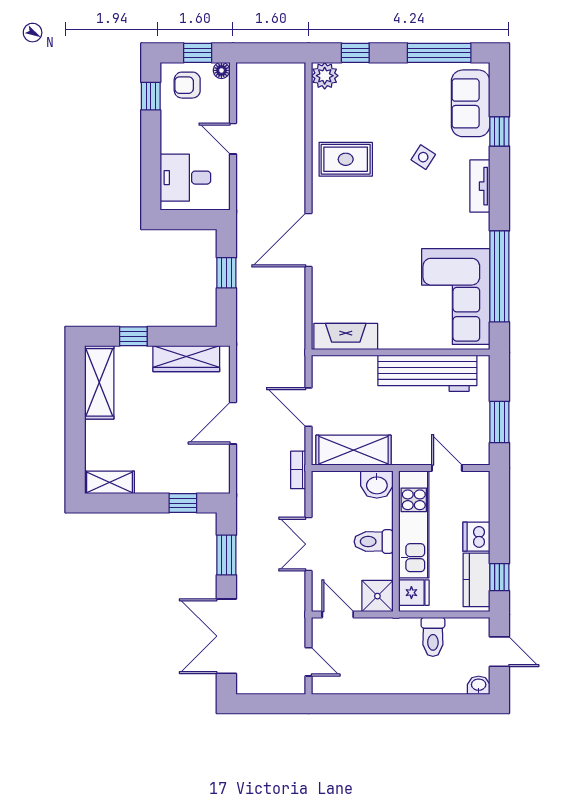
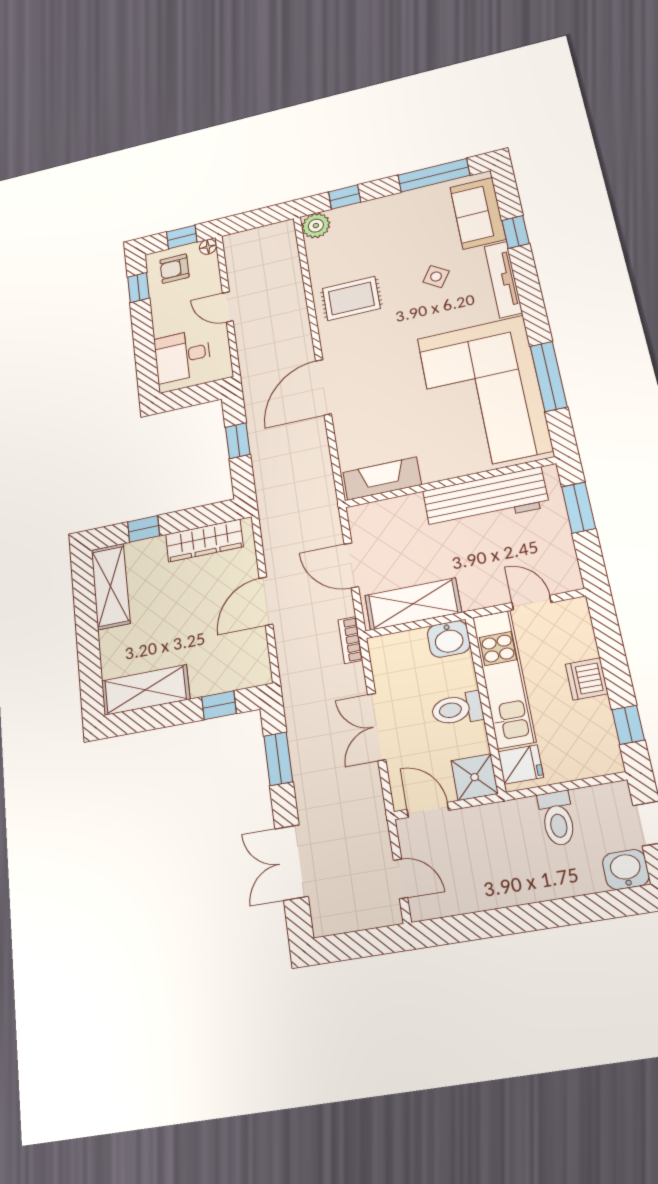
tv unit: (480, 186) -> (503, 279), width x1.41
window: (499, 276) -> (549, 376), width x0.68
corner sofa: (456, 297) -> (484, 394), width x1.36, depth x1.36
window: (499, 422) -> (579, 508), moved
shelving: (109, 482) -> (145, 690), width x1.50, depth x1.33
kitchen counter: (476, 580) -> (599, 734), removed
double door: (226, 636) -> (291, 862), width x0.73
washbasin: (479, 685) -> (626, 869), width x1.38, depth x1.45

